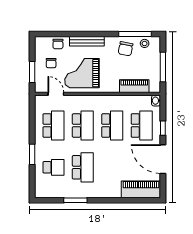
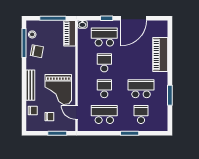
piano: (134, 86) -> (70, 33), moved
door: (56, 94) -> (76, 112), hinge flipped
school desk: (83, 126) -> (104, 89), width x0.54
school desk: (112, 126) -> (104, 63), width x0.54
piano: (141, 189) -> (160, 54), moved

